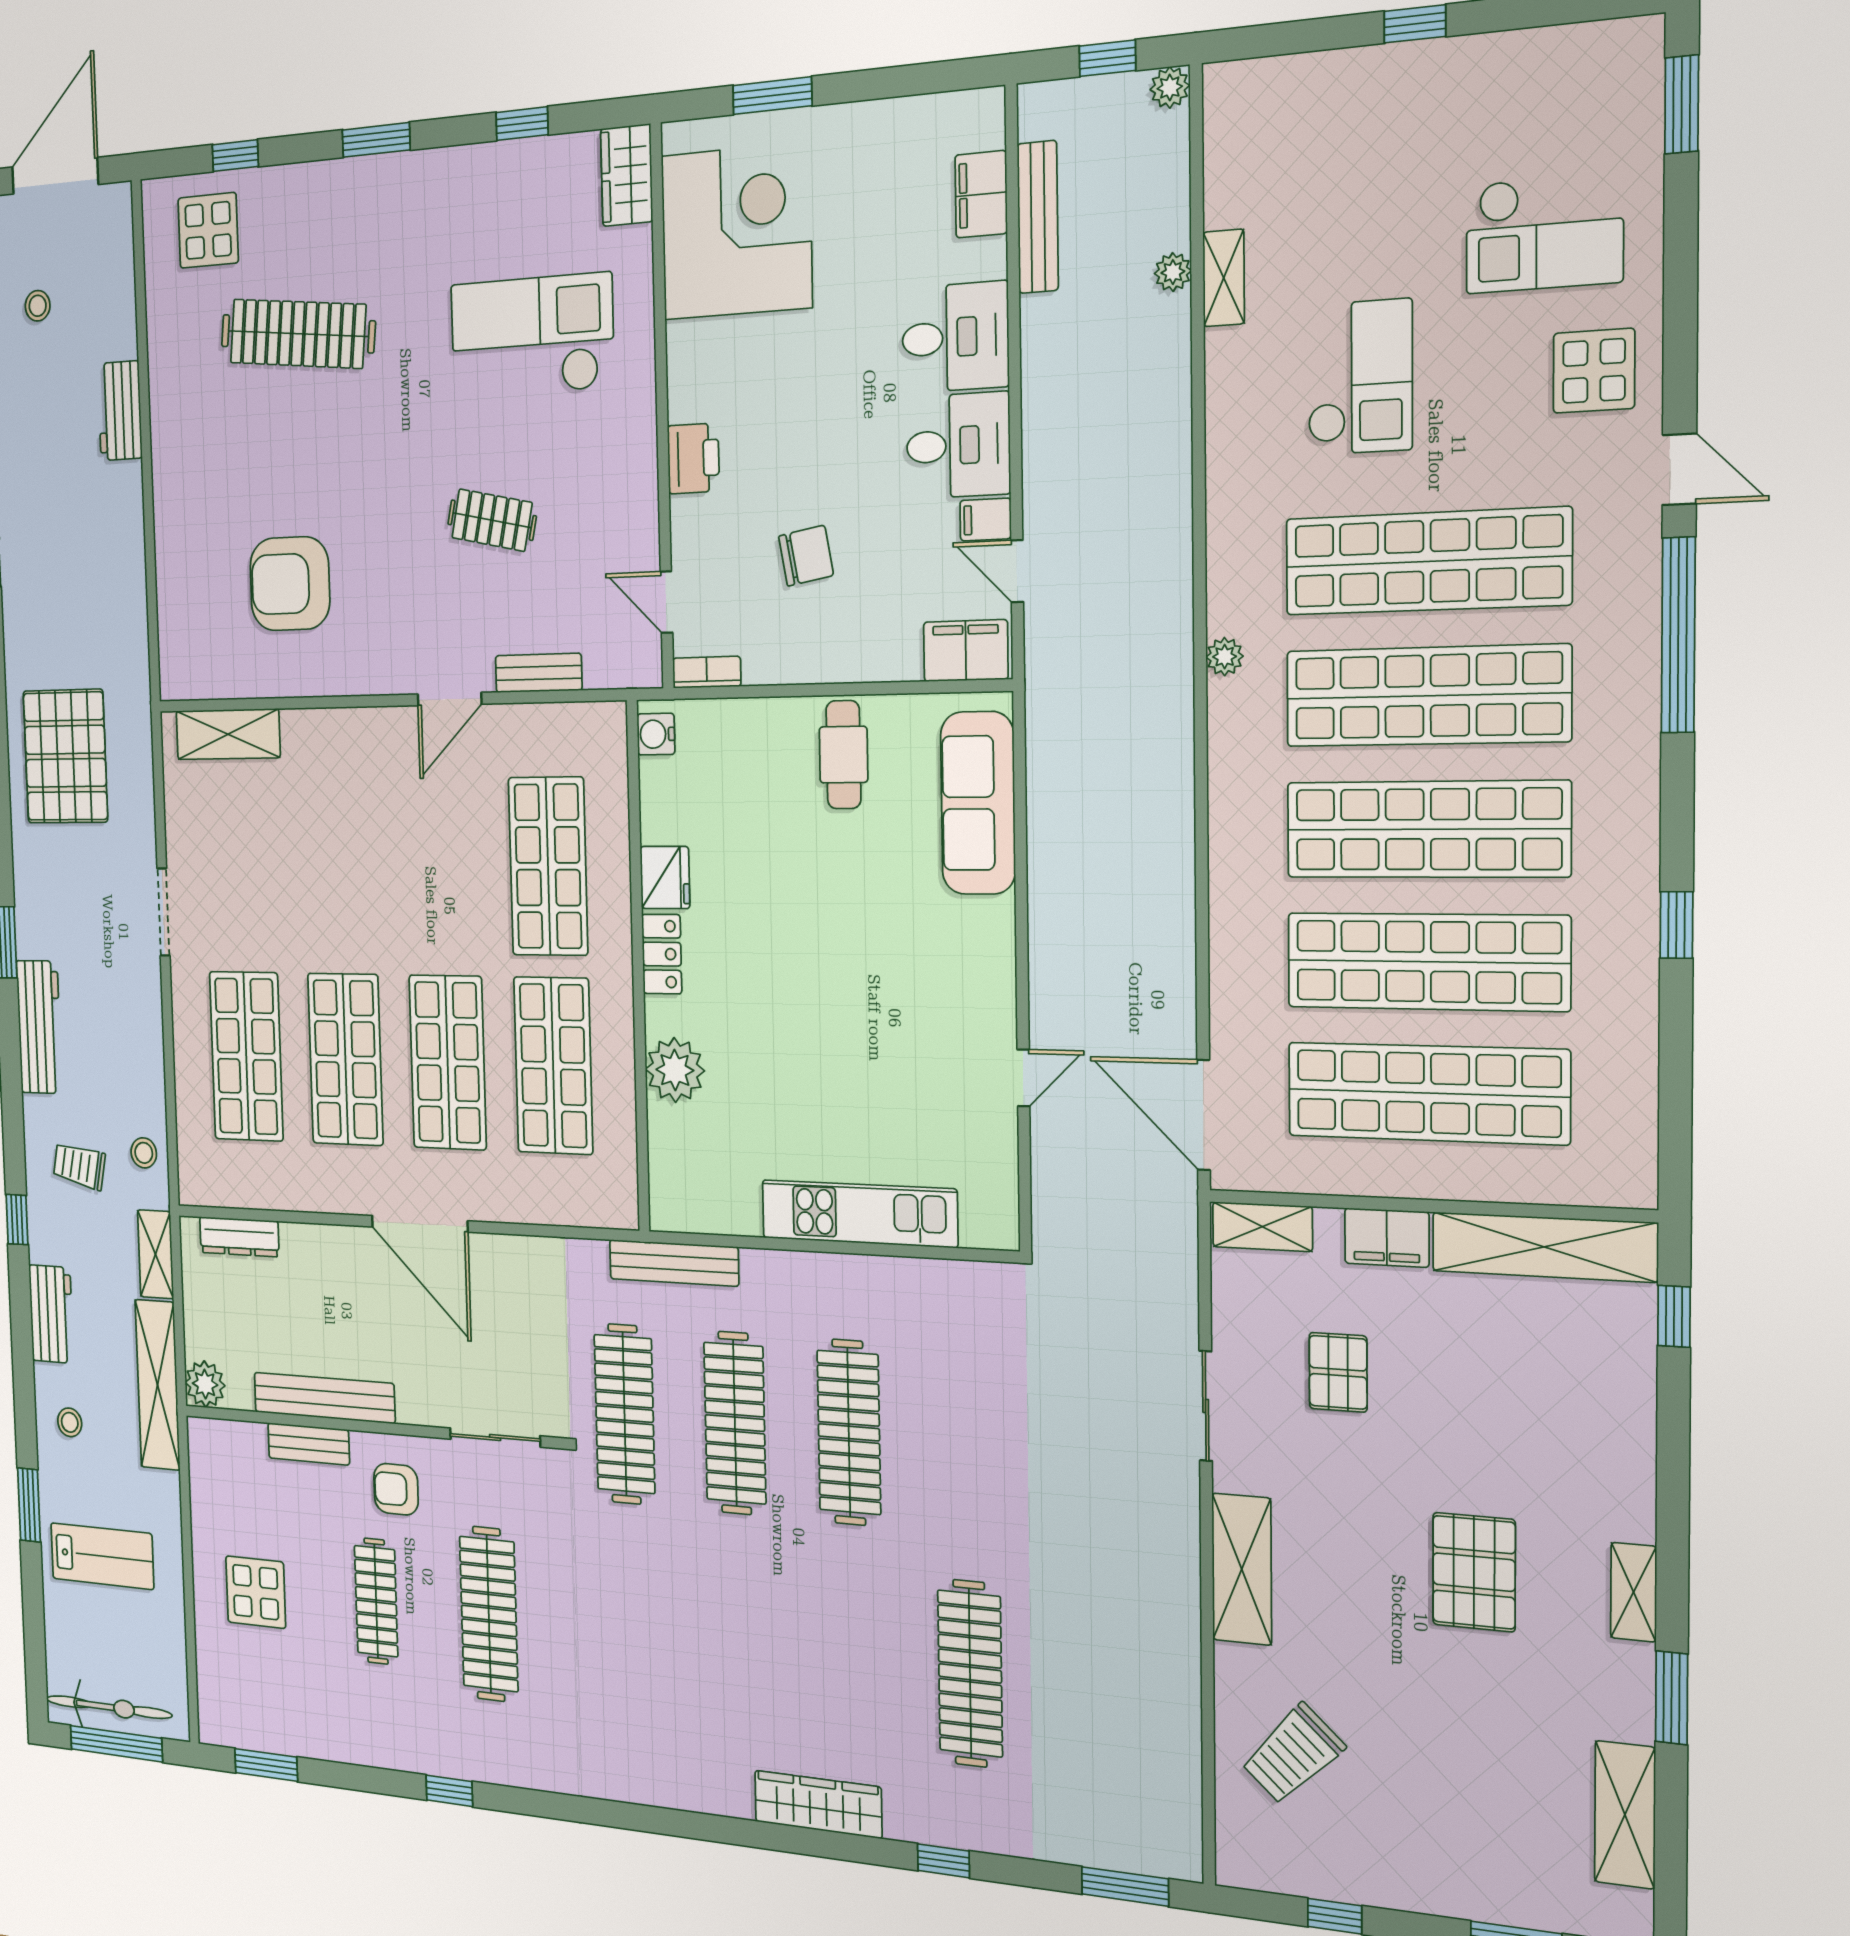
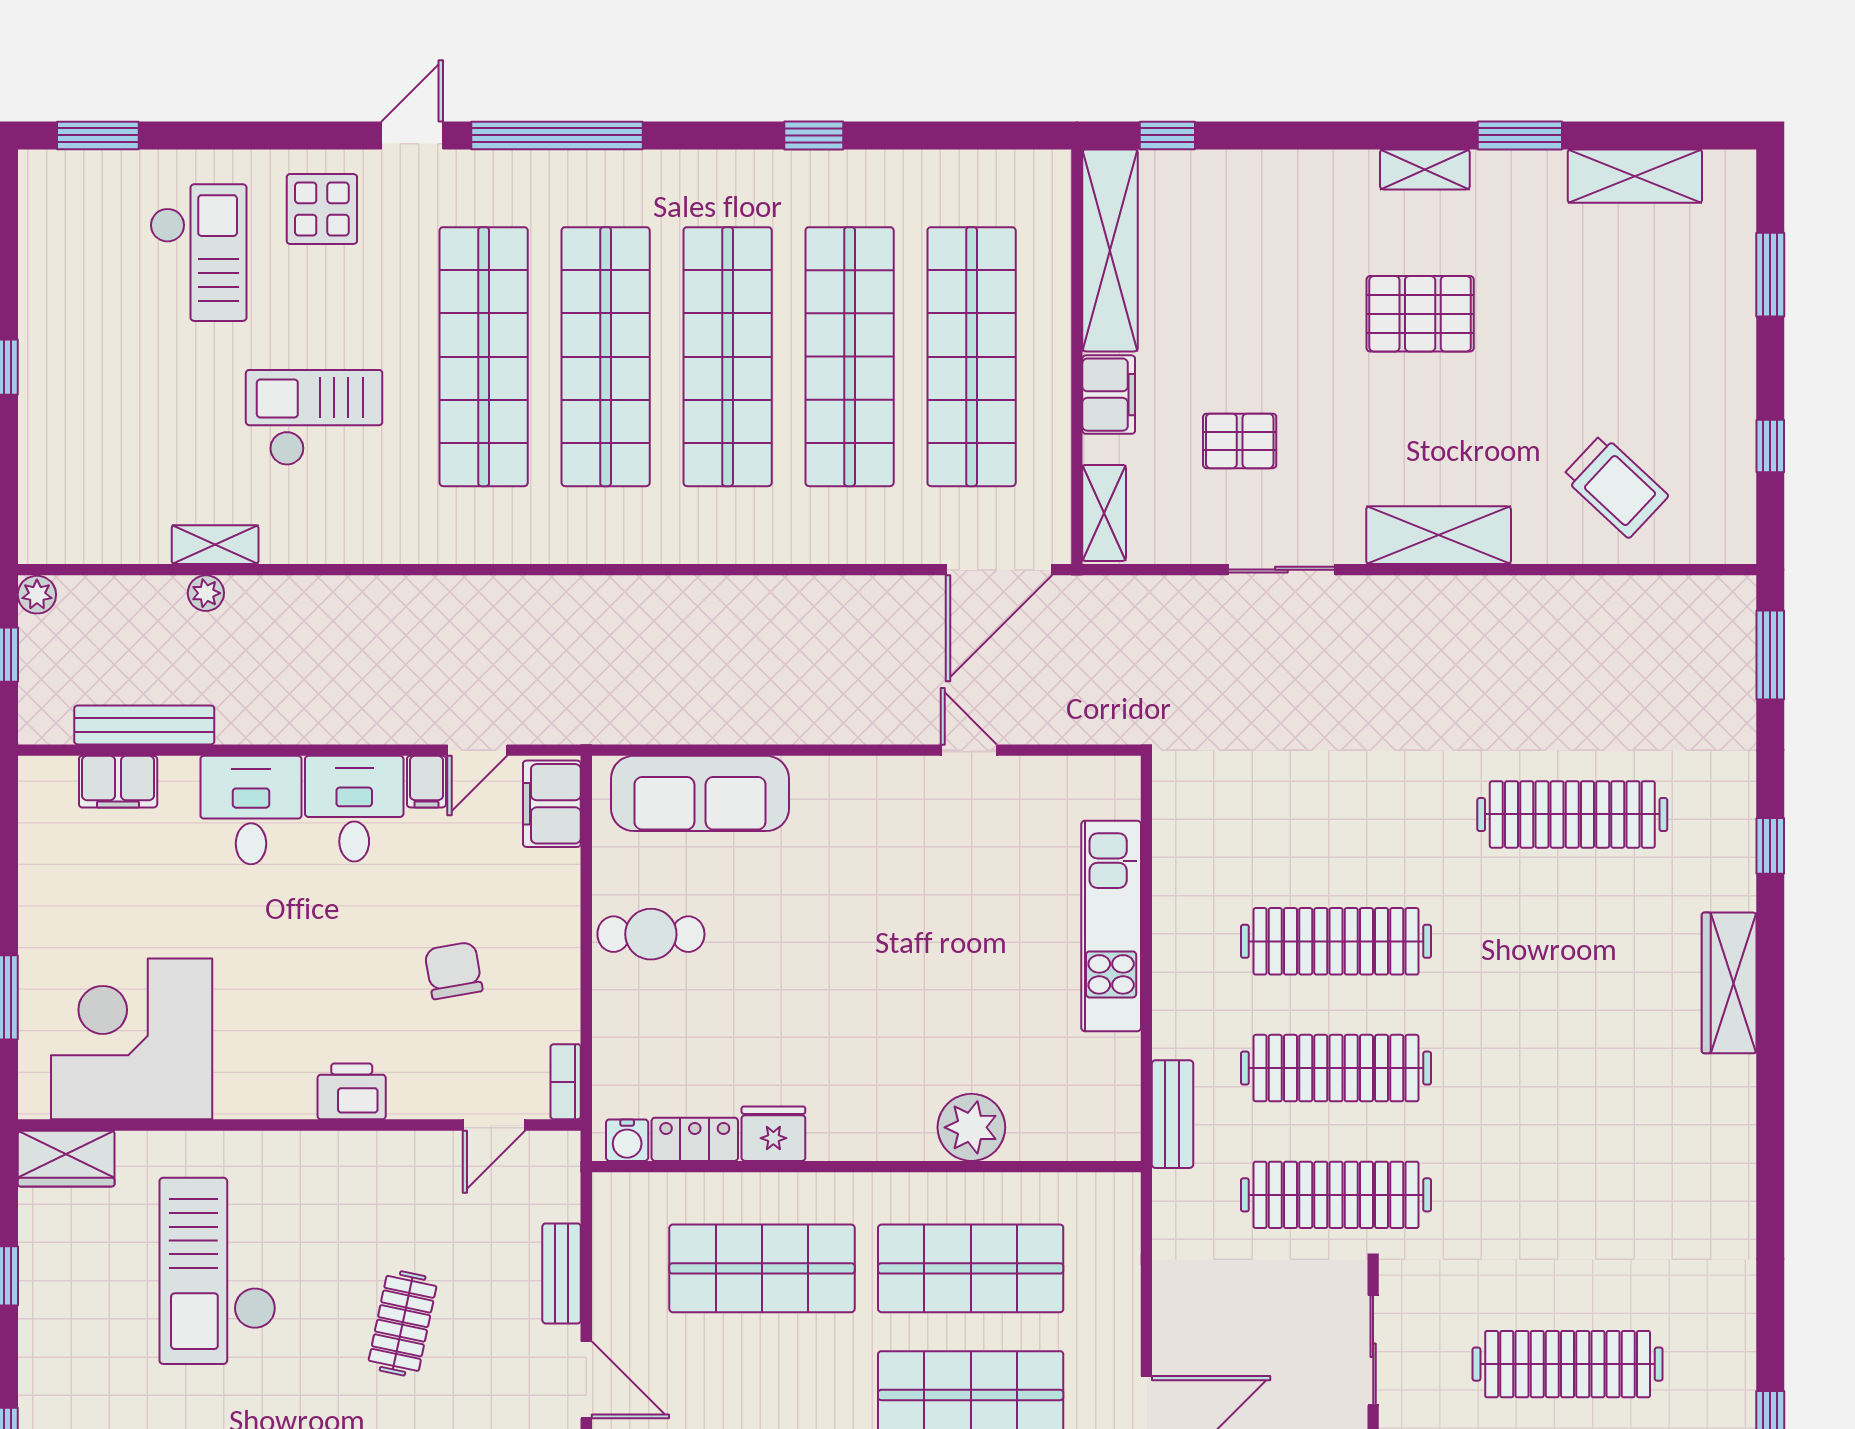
plant: (1225, 657) -> (565, 546), removed
locker: (662, 954) -> (695, 1139), moved
bench: (674, 1263) -> (1172, 1114), width x0.73

